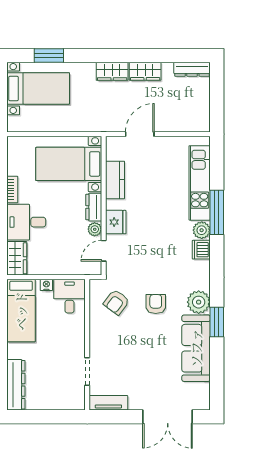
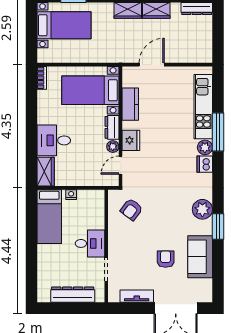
bookcase: (12, 189) -> (42, 78), moved
desk: (70, 296) -> (90, 243), moved, turned 90
armchair: (156, 304) -> (166, 259), moved
sofa: (196, 348) -> (200, 257), width x0.73
dresser: (16, 385) -> (73, 295), moved, turned -90
tv unit: (108, 403) -> (137, 296), moved

